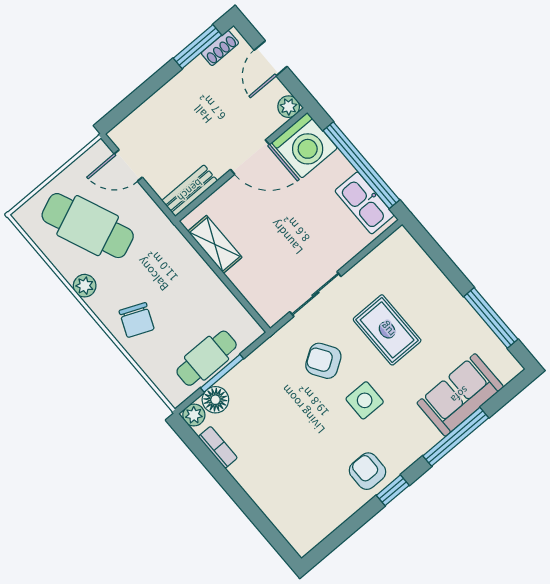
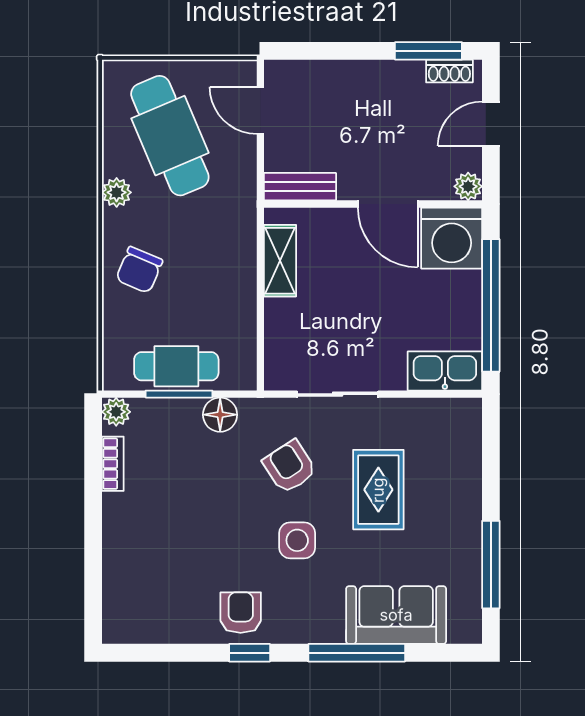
kitchen sink: (365, 203) -> (445, 371), moved, turned 90
floor lamp: (215, 400) -> (220, 415), moved

